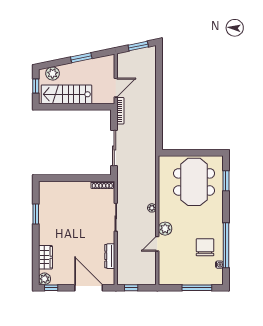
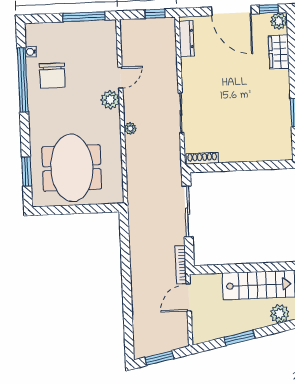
dresser: (110, 256) -> (186, 39), moved
door: (89, 288) -> (231, 11), moved
window: (197, 288) -> (84, 17), moved

